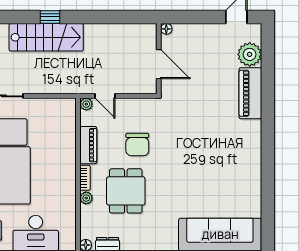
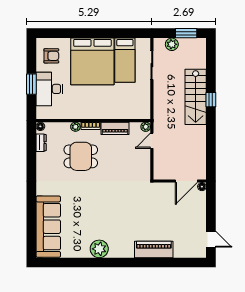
plant: (250, 54) -> (99, 249), moved
door: (159, 64) -> (186, 181), moved
chair: (137, 145) -> (115, 165), removed

